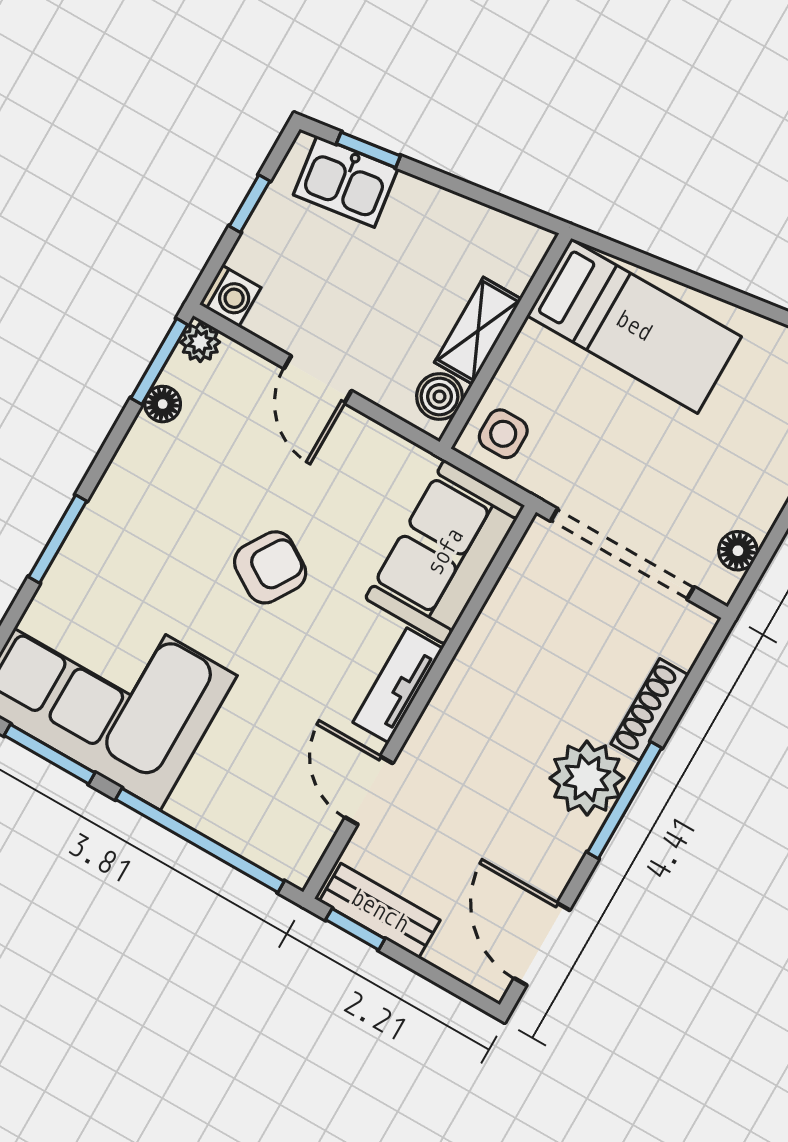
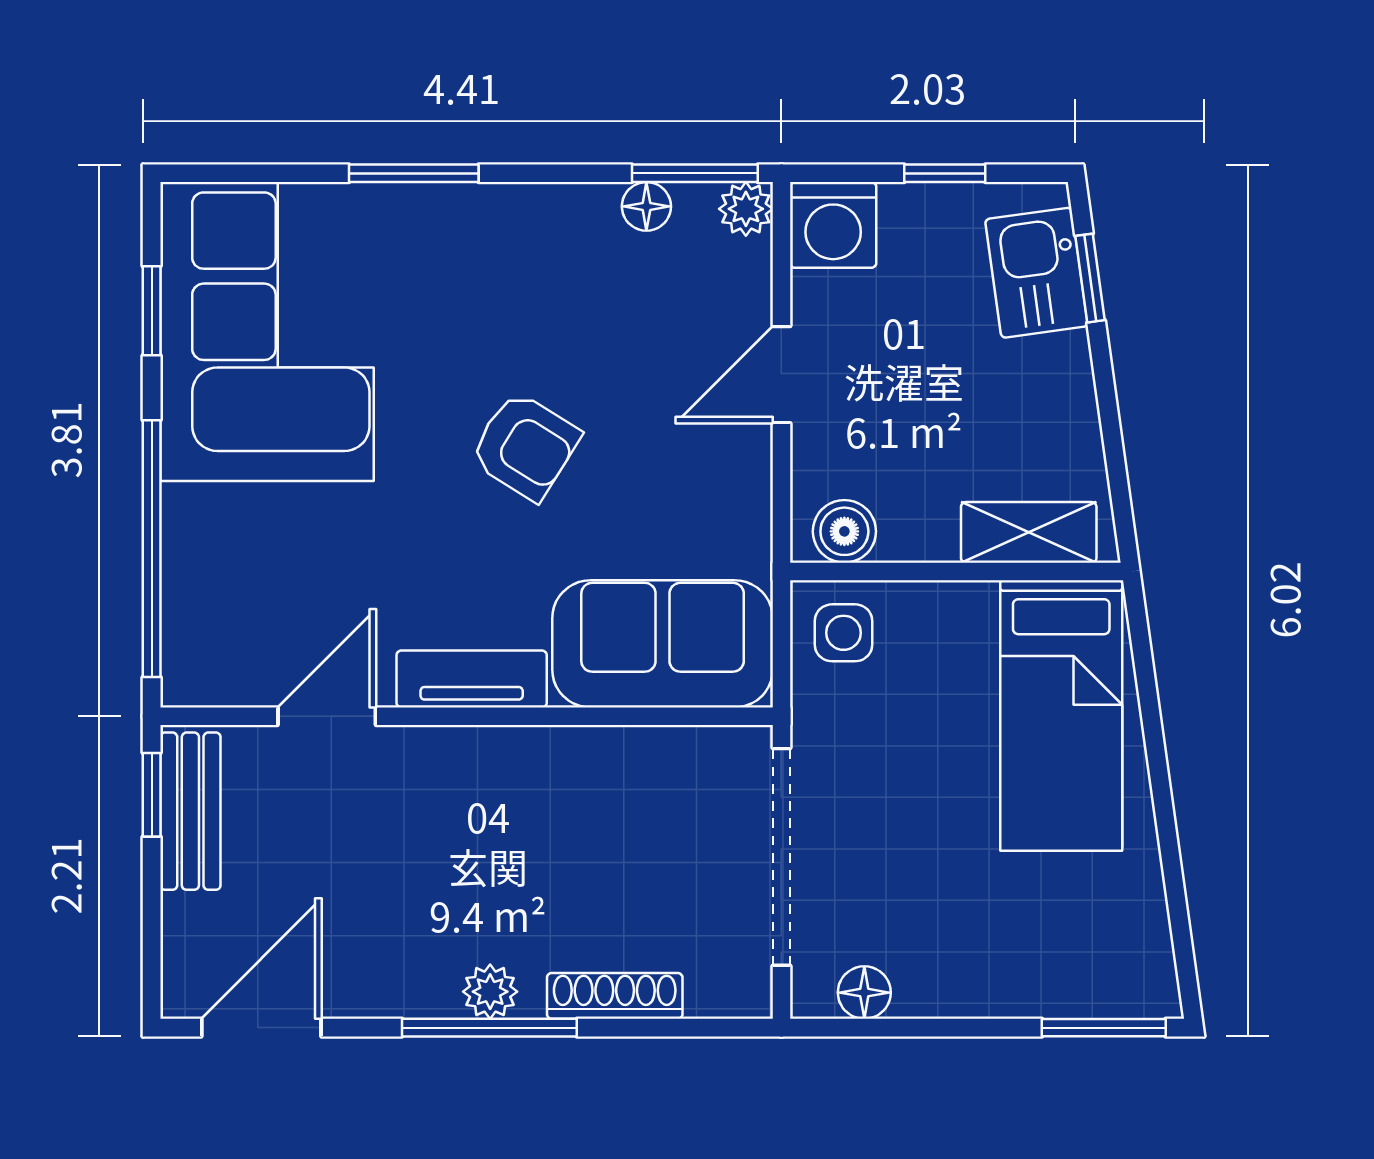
washing machine: (230, 296) -> (833, 225), width x1.38, depth x1.38
shelving: (478, 331) -> (1029, 532), moved
window: (50, 754) -> (152, 311), width x0.67
plant: (587, 778) -> (490, 992), width x0.53, depth x0.53

